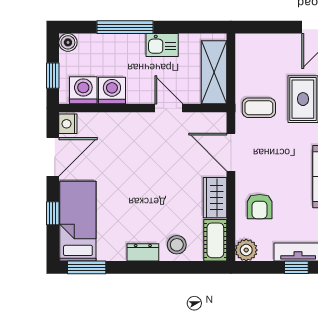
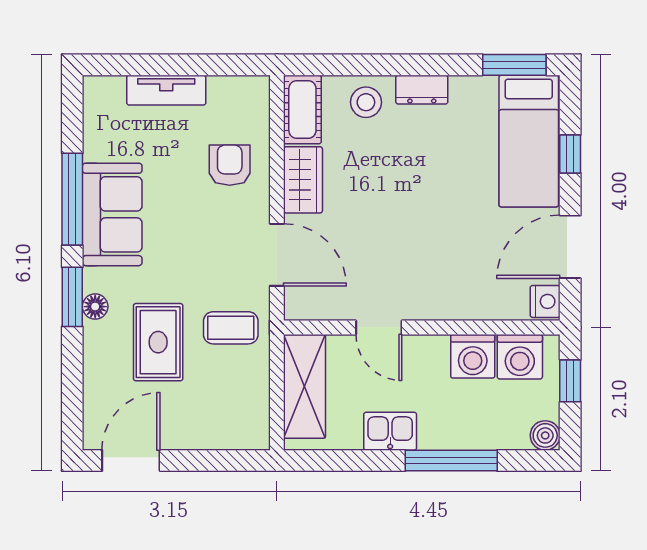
plant: (246, 250) -> (252, 94), removed
window: (296, 267) -> (169, 65), removed

